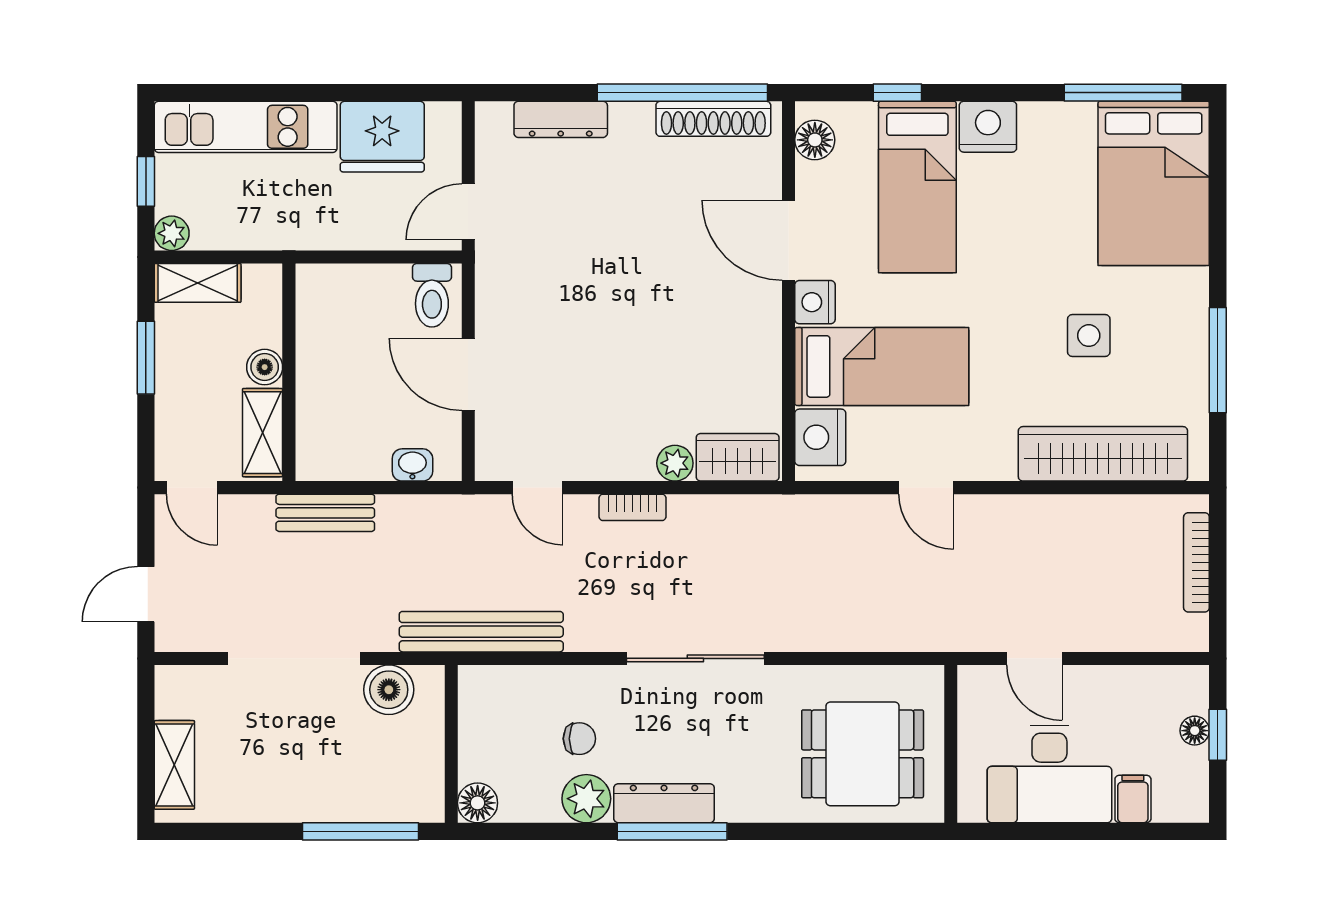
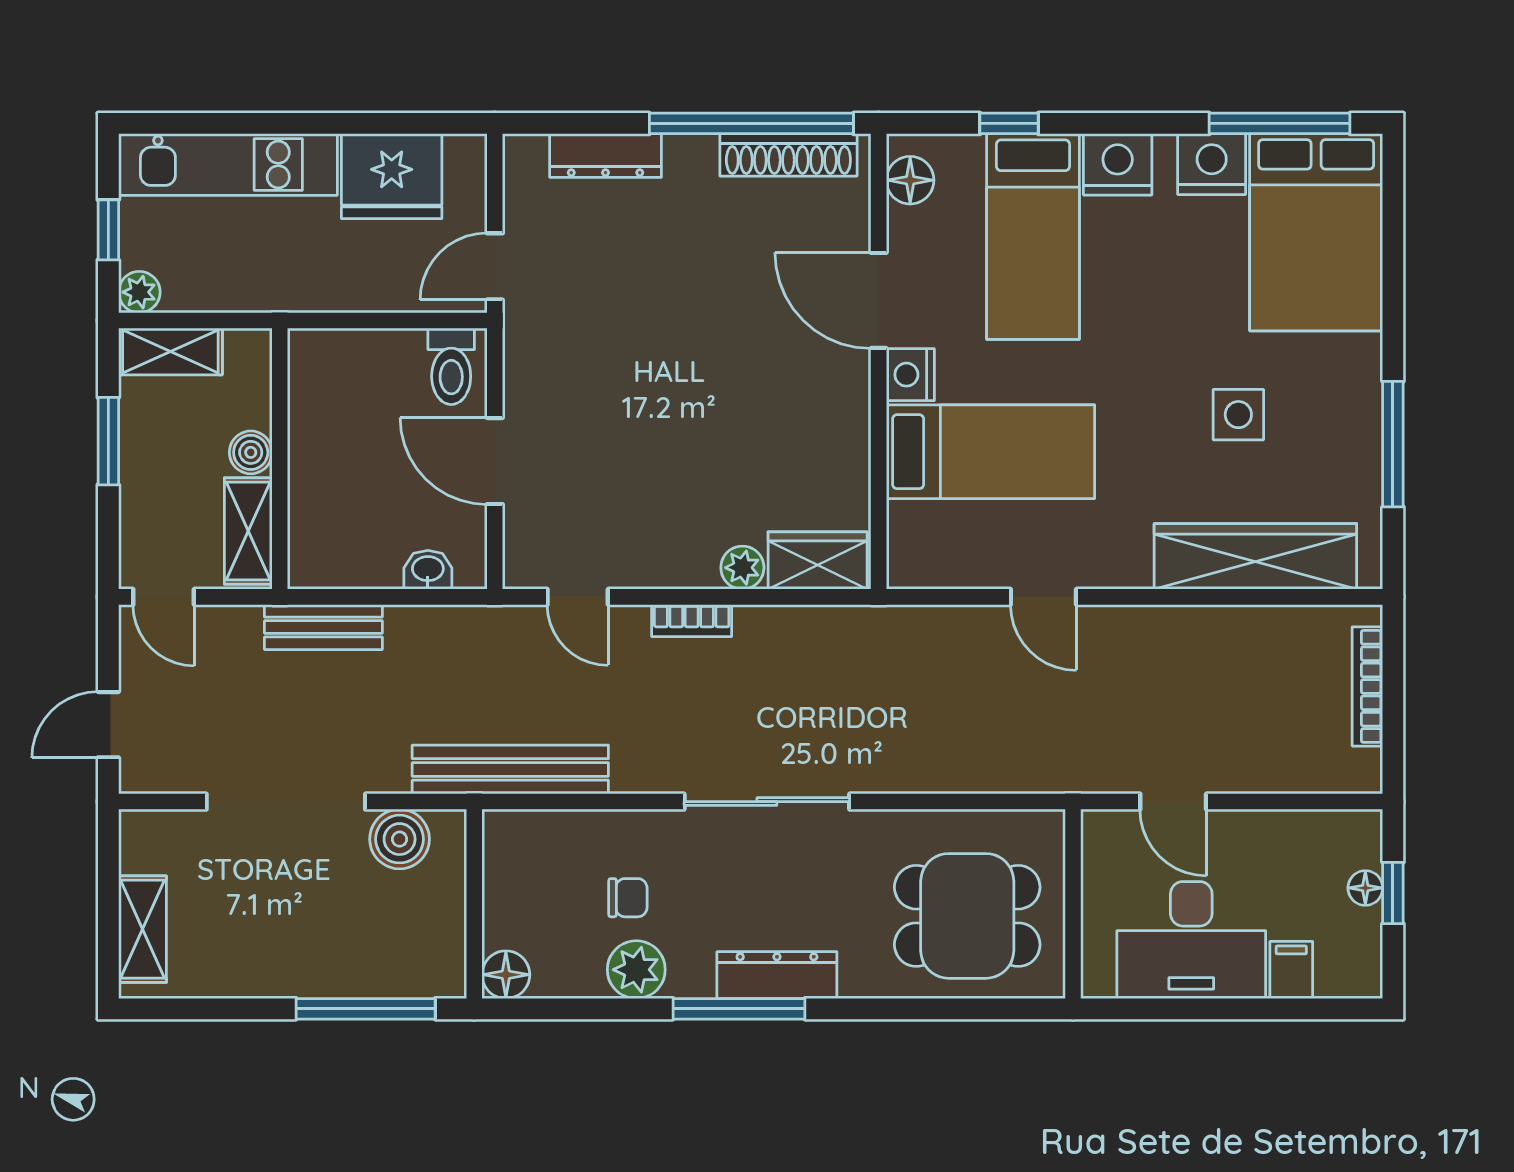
nightstand: (820, 437) -> (1212, 164), moved, turned 90
dresser: (664, 803) -> (777, 975), moved

